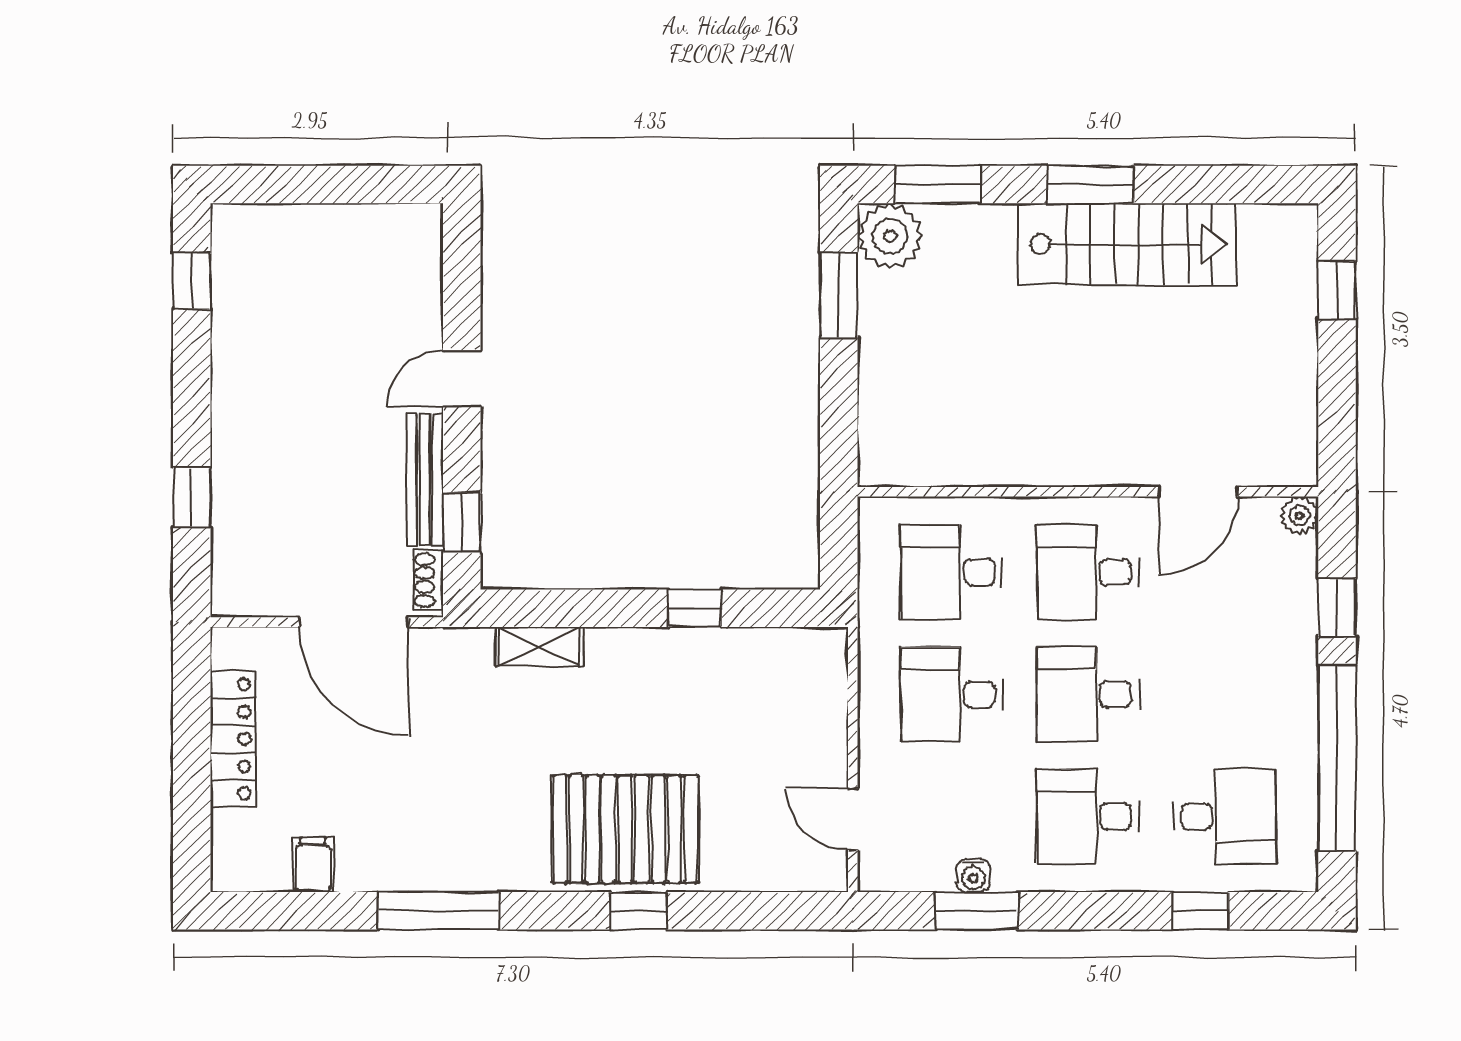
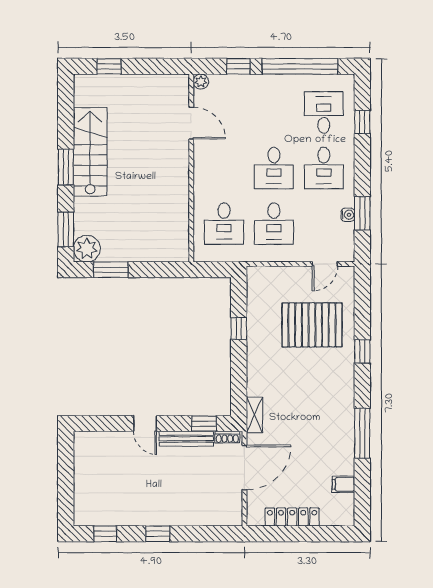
window: (192, 497) -> (158, 534), moved
desk: (1088, 572) -> (224, 168), removed
shelving: (539, 647) -> (254, 415), moved
pallet: (625, 829) -> (312, 325), moved, turned 90

